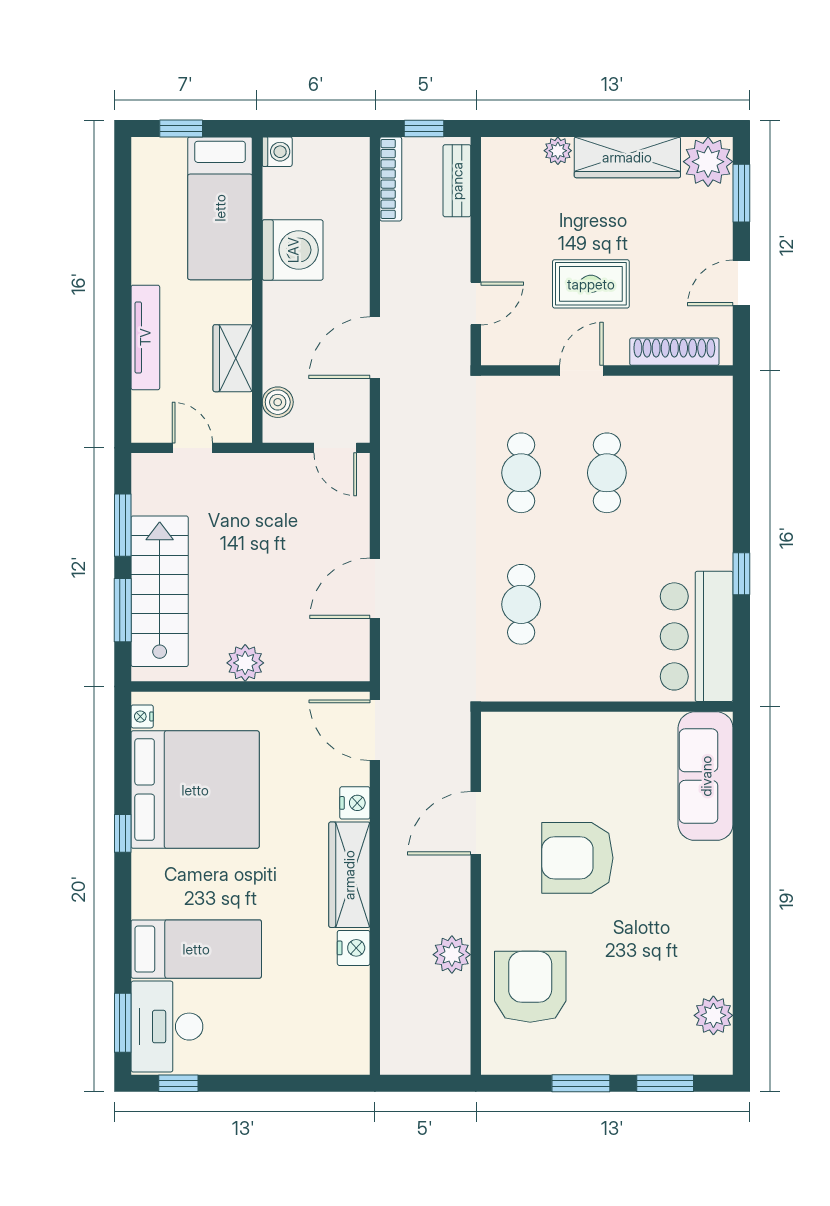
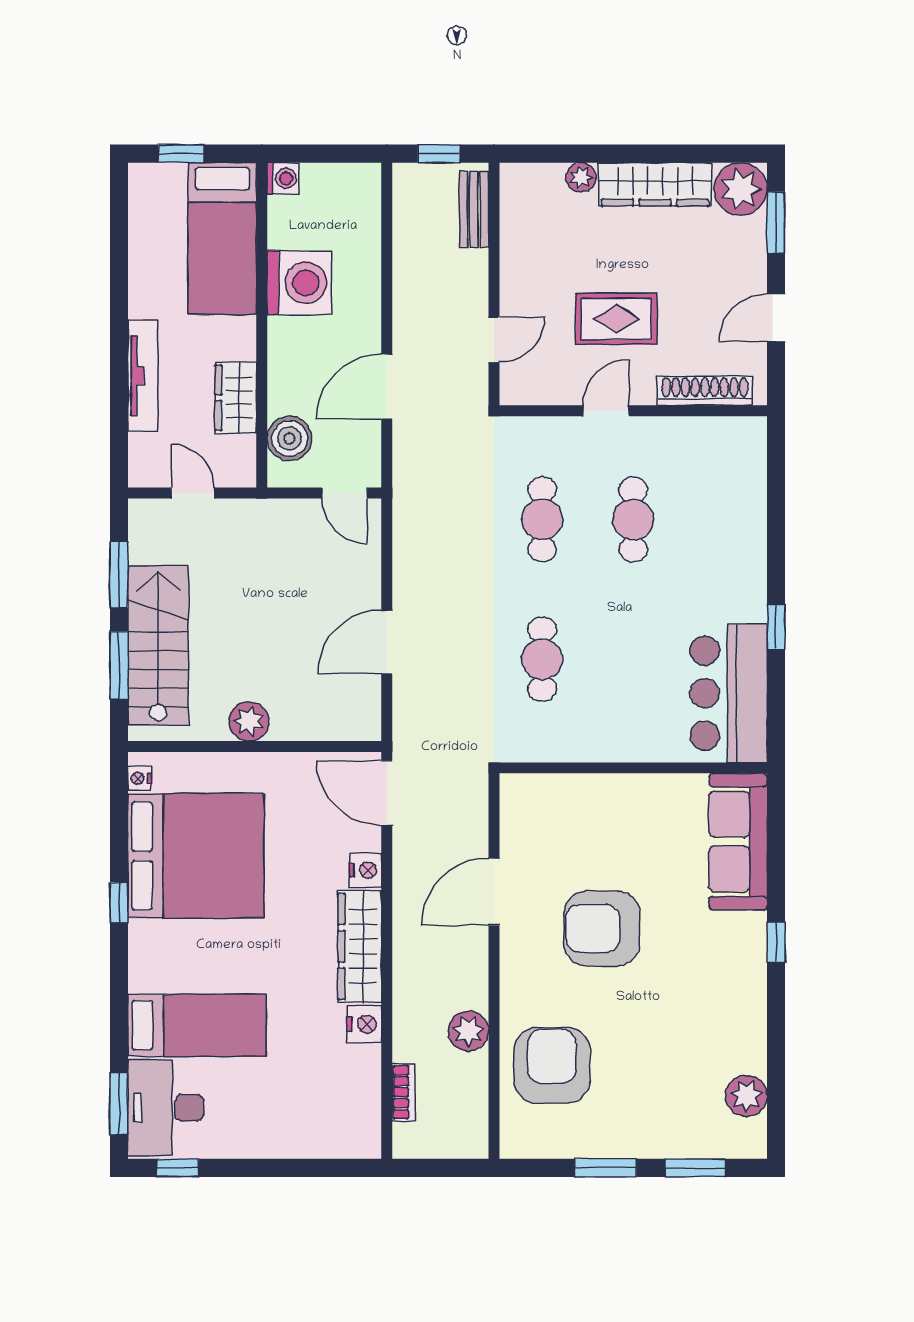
bookcase: (391, 179) -> (404, 1092), moved, width x0.64
boiler: (278, 402) -> (289, 438), width x1.36, depth x1.36
window: (741, 871) -> (776, 942), added

